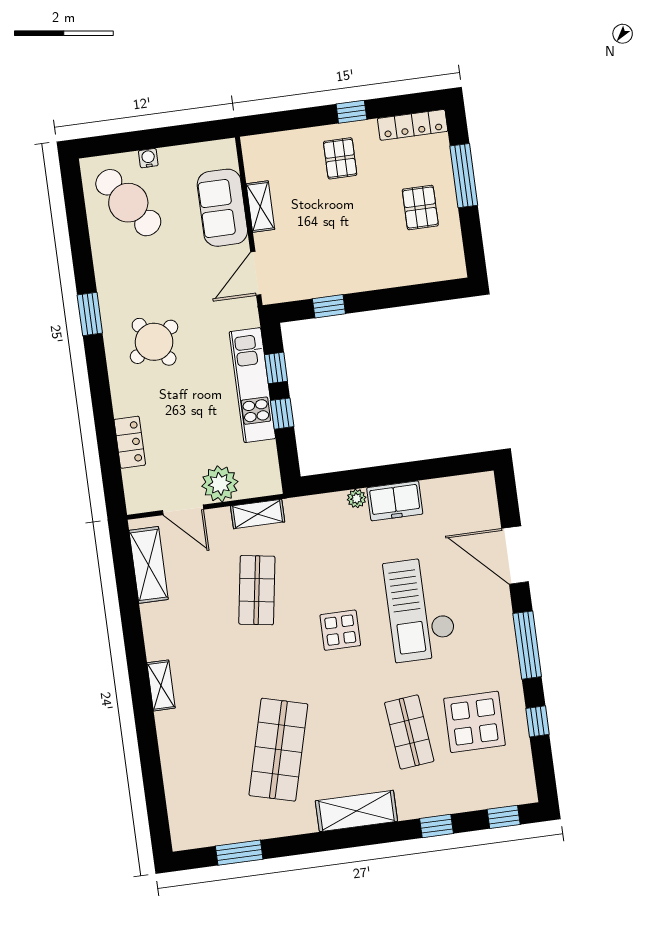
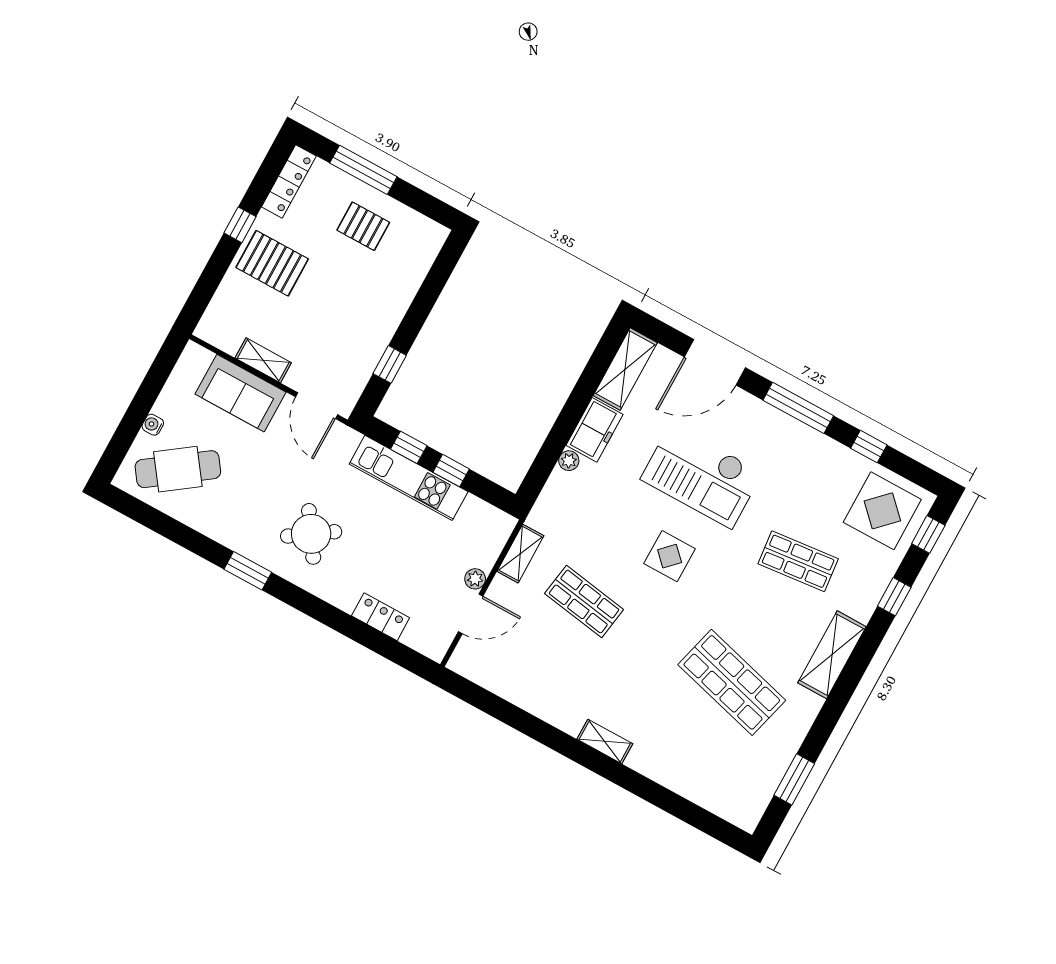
pallet: (340, 158) -> (272, 263), width x1.50, depth x1.42
plant: (220, 484) -> (475, 579), width x0.53, depth x0.53
shelving: (149, 565) -> (625, 369), moved, turned 90
display table: (475, 722) -> (882, 511), moved

